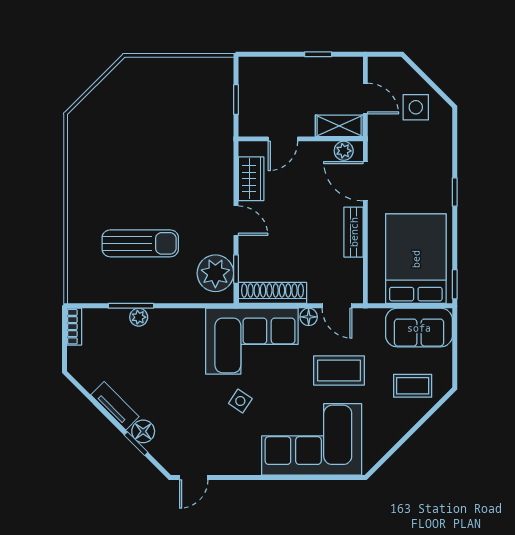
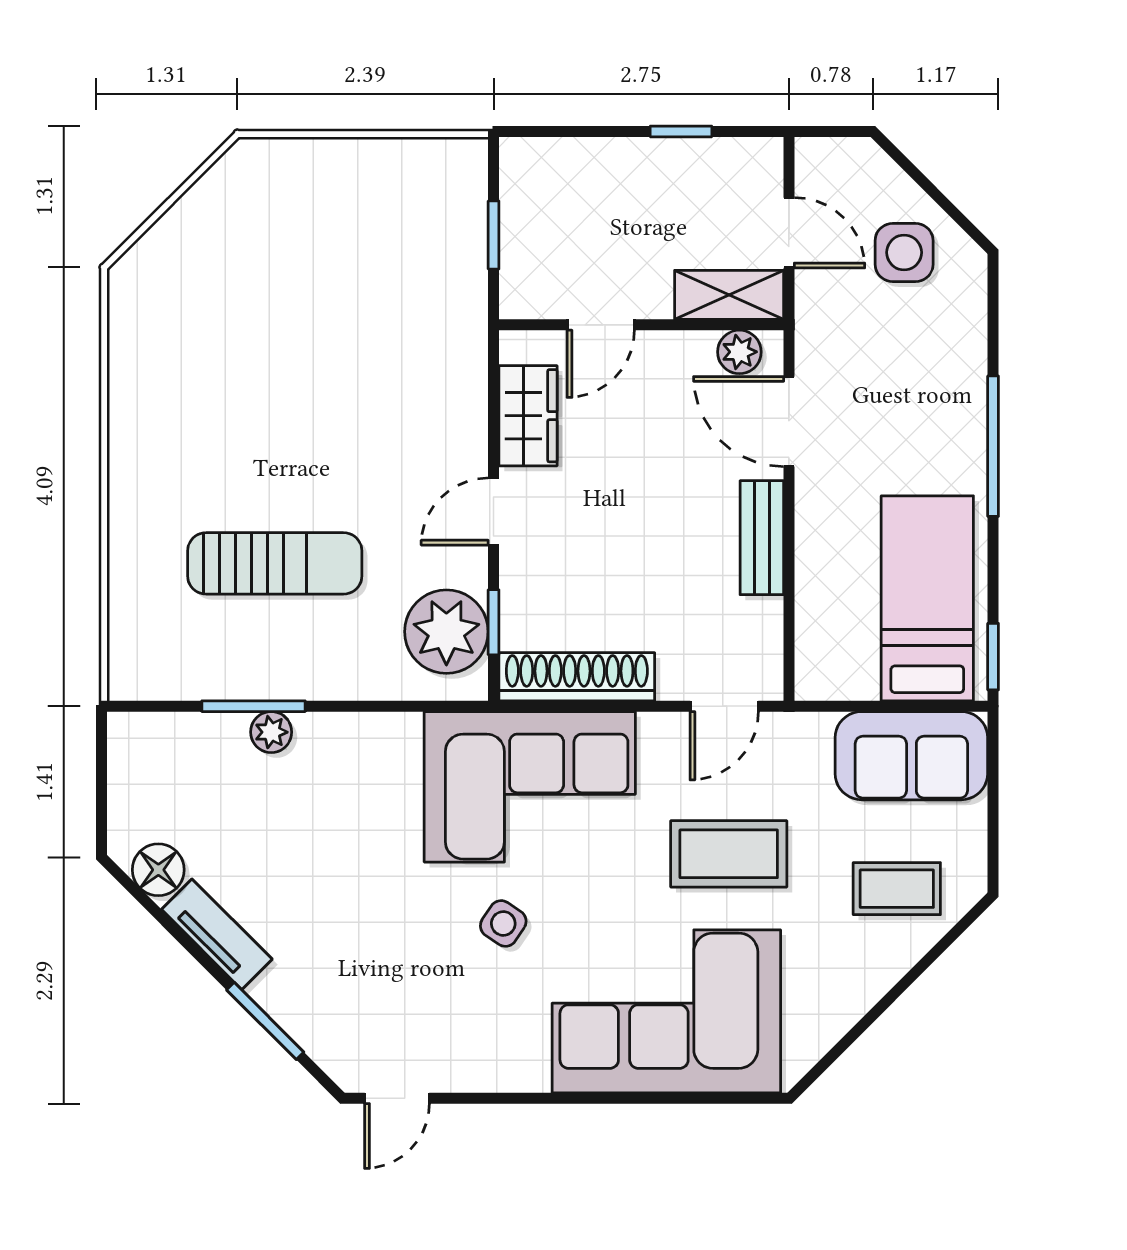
window: (455, 192) -> (993, 446), width x2.17
door: (236, 221) -> (494, 512), swing flipped
bed: (416, 259) -> (927, 598), width x0.67
door: (337, 306) -> (724, 706), hinge flipped
floor lamp: (309, 317) -> (659, 731), removed
bookcase: (74, 327) -> (124, 754), removed
floor lamp: (143, 431) -> (158, 870), moved
window: (136, 444) -> (265, 1021), width x1.50

